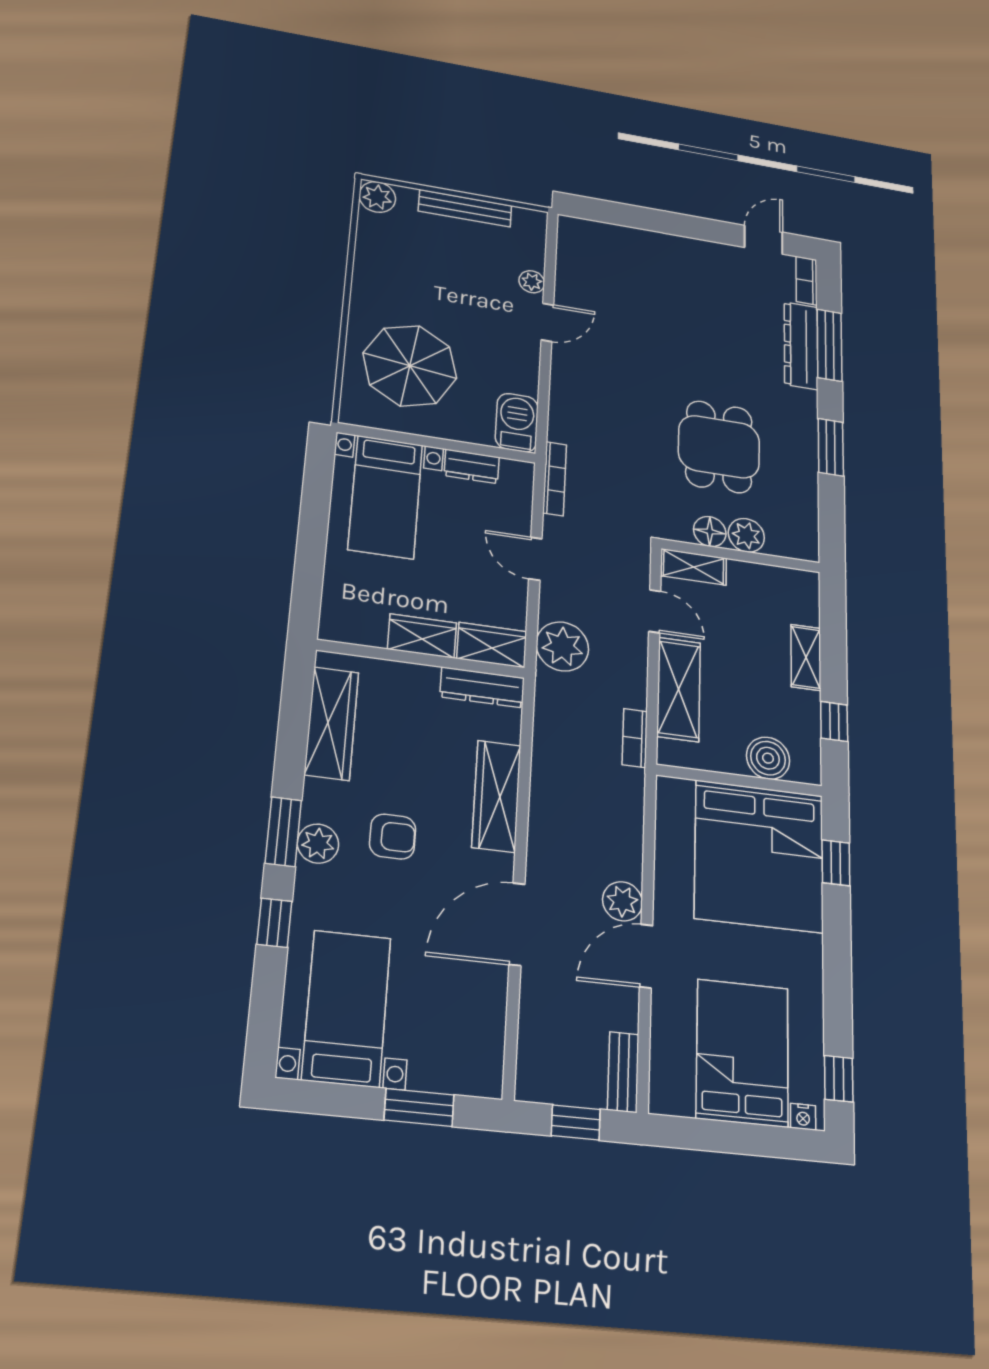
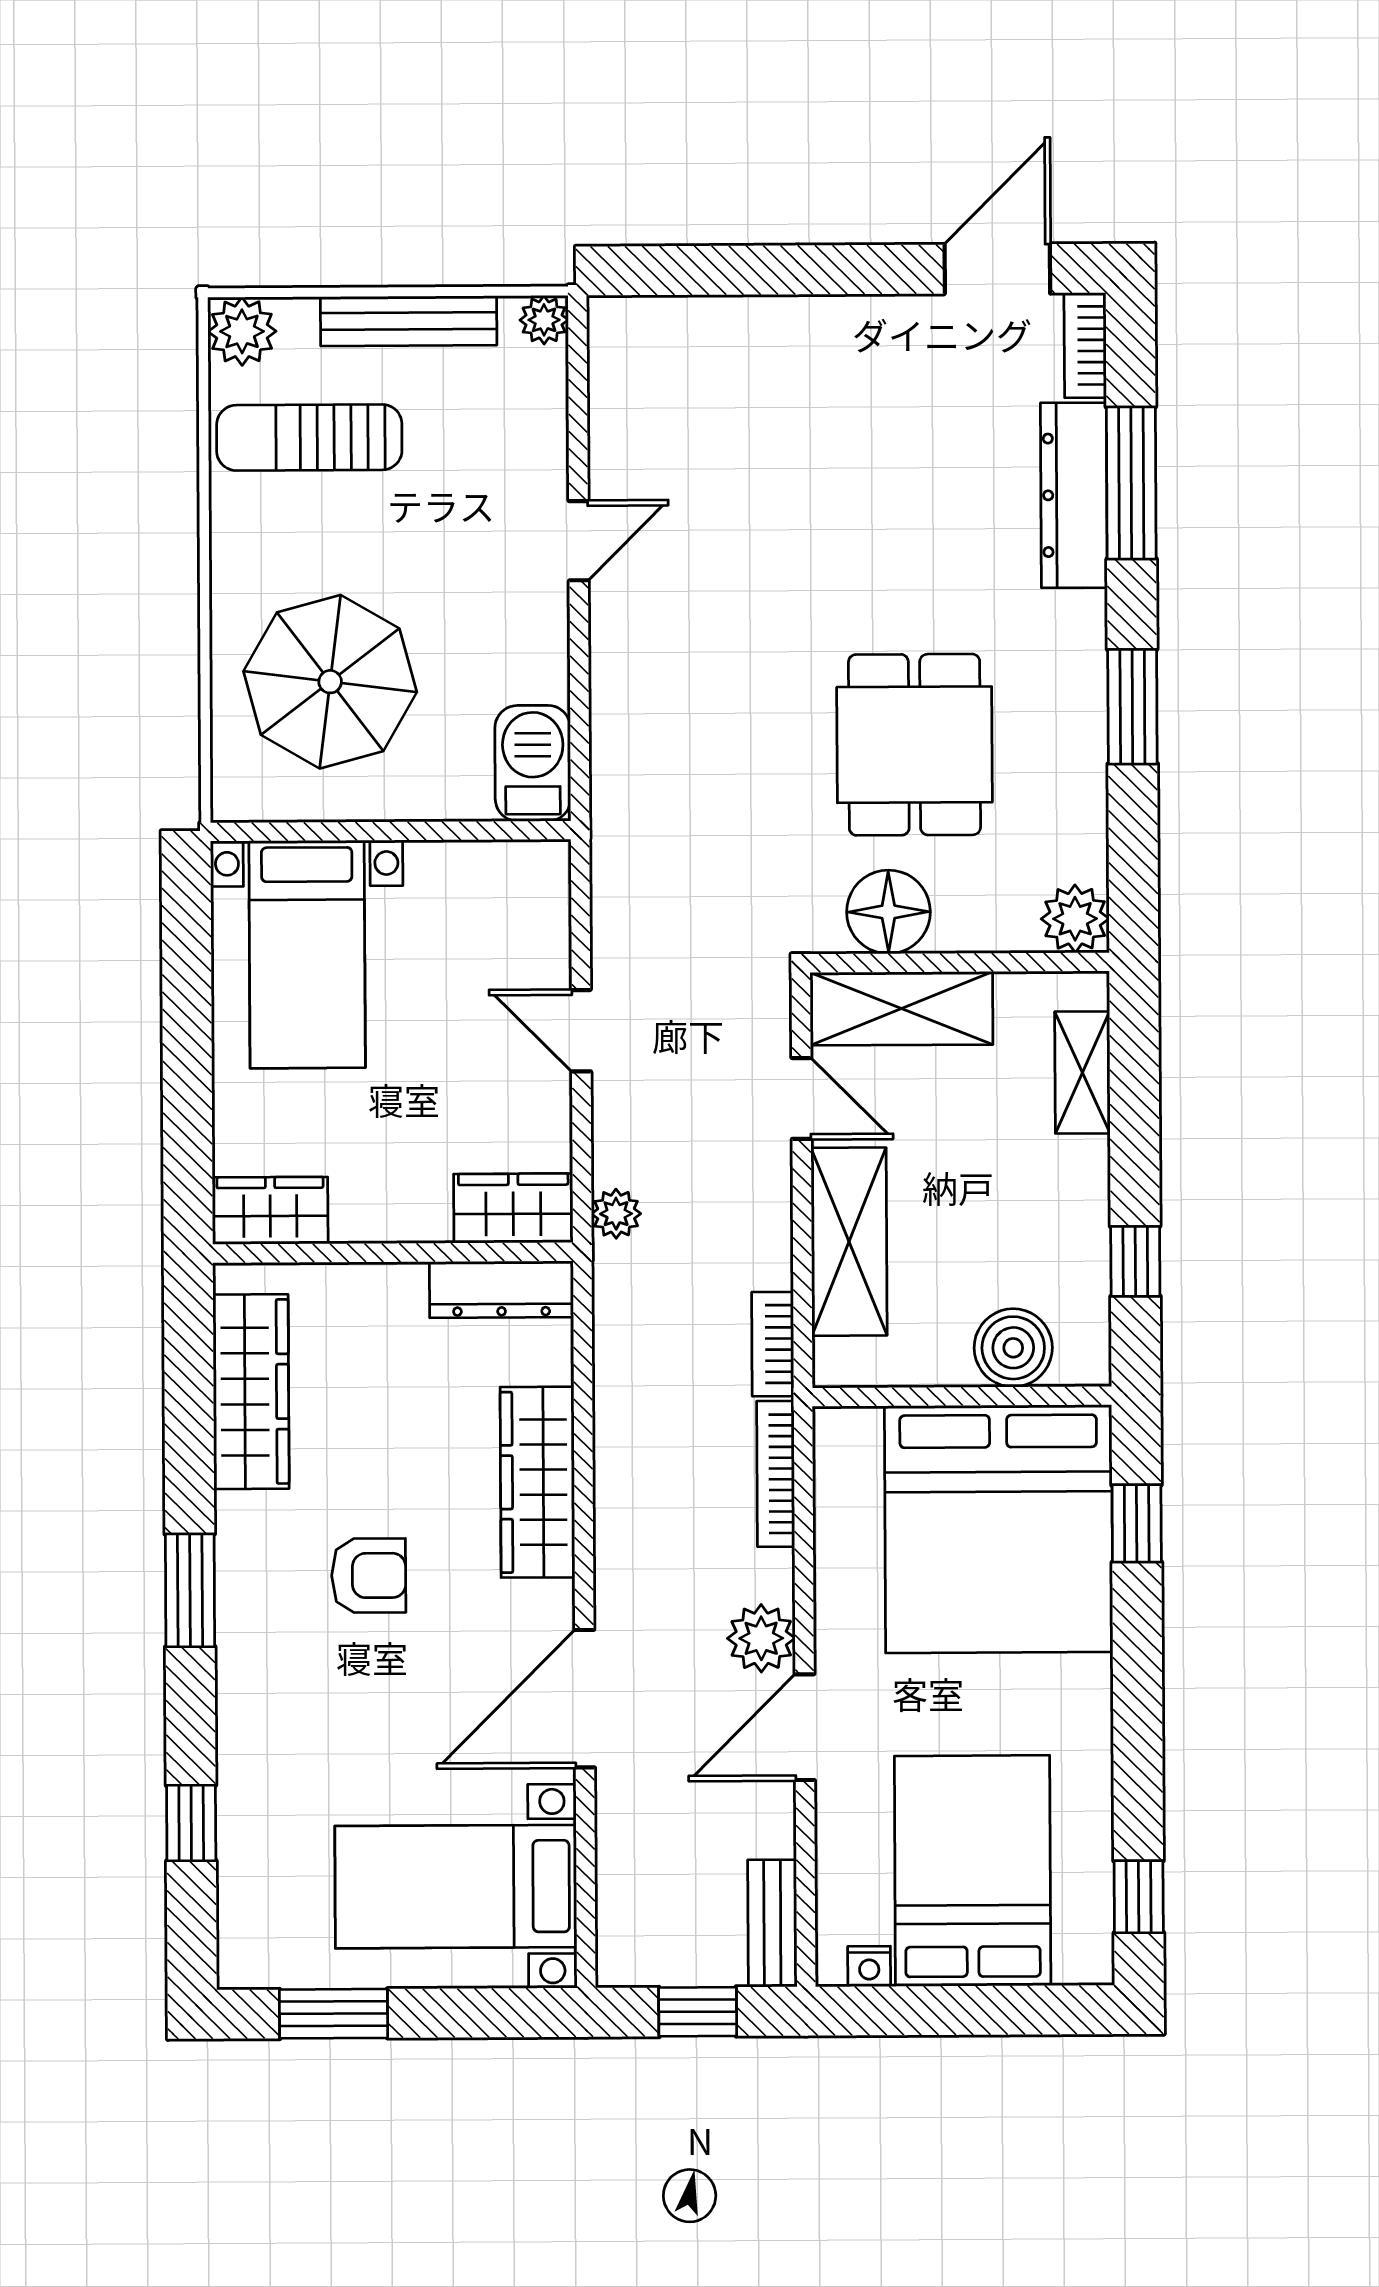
door: (764, 240) -> (997, 269), width x1.38
sun lounger: (409, 251) -> (309, 437), added
plant: (532, 282) -> (544, 320), moved
dresser: (472, 466) -> (456, 867), removed
bookcase: (555, 479) -> (776, 1474), moved, turned 180
floor lamp: (710, 532) -> (888, 912), width x1.38, depth x1.38
plant: (746, 535) -> (1075, 919), moved
shelving: (694, 567) -> (901, 1008), width x1.50, depth x1.33
wardrobe: (422, 636) -> (270, 1211), moved
plant: (562, 646) -> (616, 1214), width x0.53, depth x0.53
shelving: (806, 657) -> (1082, 1072), moved
plant: (318, 844) -> (248, 1603), removed
window: (274, 923) -> (191, 1823), moved
bed with nightstands: (347, 1008) -> (456, 1887), moved, turned -90
window: (419, 1108) -> (334, 2014), moved
nightstand: (803, 1117) -> (869, 1966), moved

